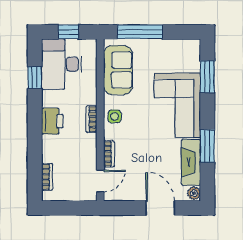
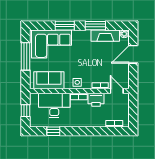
window: (140, 32) -> (25, 56), moved
desk: (62, 64) -> (54, 105), moved, turned 180
window: (207, 77) -> (65, 26), moved
corner sofa: (177, 105) -> (52, 44), moved
printer: (52, 121) -> (96, 100), moved, turned 180

